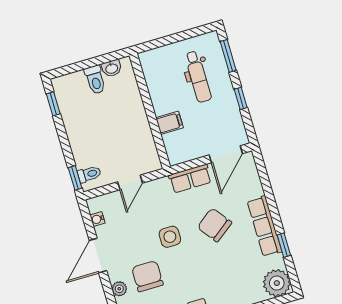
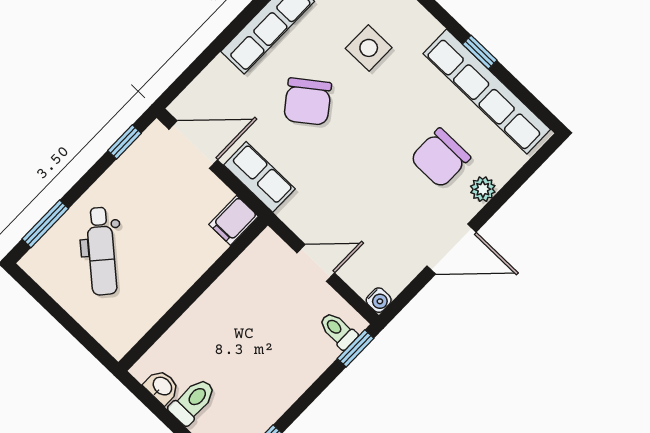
dental chair: (198, 77) -> (101, 251), turned 131
window: (241, 98) -> (125, 142), moved
filing cabinet: (170, 123) -> (234, 220), moved, turned -90
water cooler: (97, 219) -> (379, 300), moved
side table: (170, 237) -> (369, 48), moved

